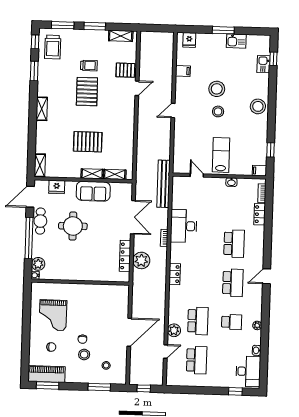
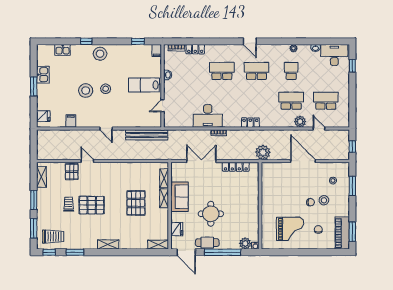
window: (273, 59) -> (86, 41), moved
bench: (163, 184) -> (147, 135), moved
plant: (141, 260) -> (263, 152), moved

